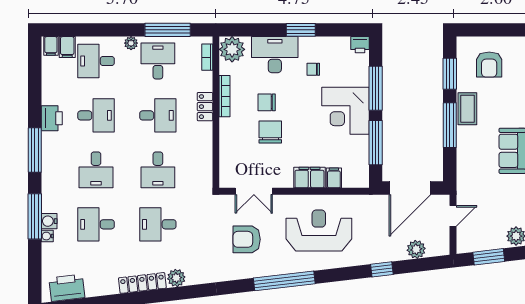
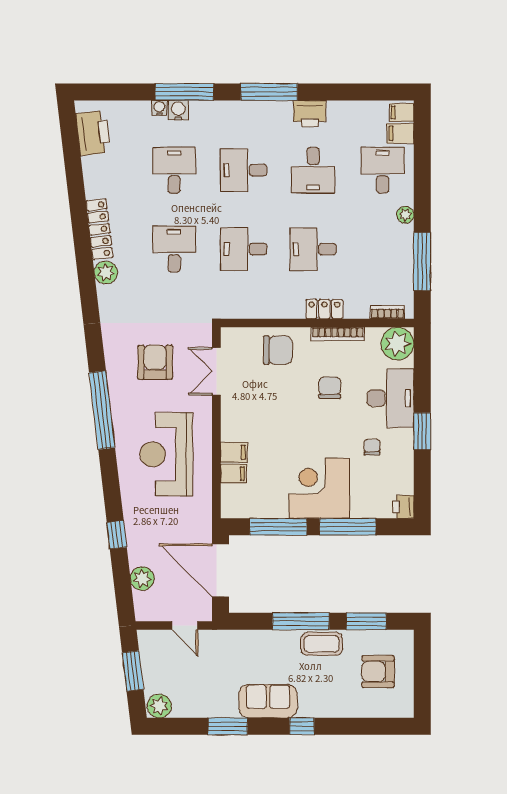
desk: (158, 61) -> (383, 249), removed
desk: (158, 115) -> (313, 249), turned 90
chair: (270, 132) -> (278, 350), moved
filing cabinet: (309, 178) -> (234, 452), width x0.50
reception desk: (319, 231) -> (166, 454), turned 180

